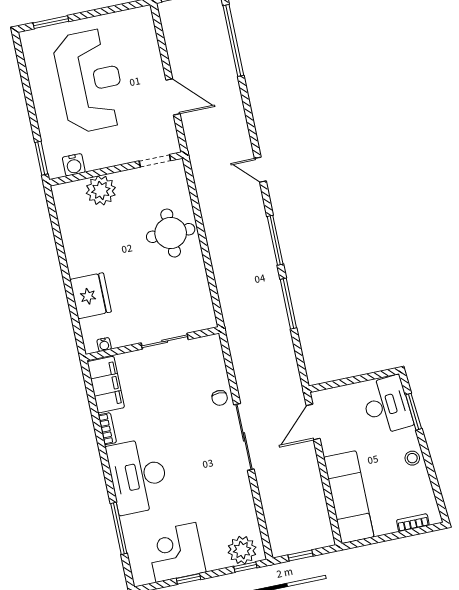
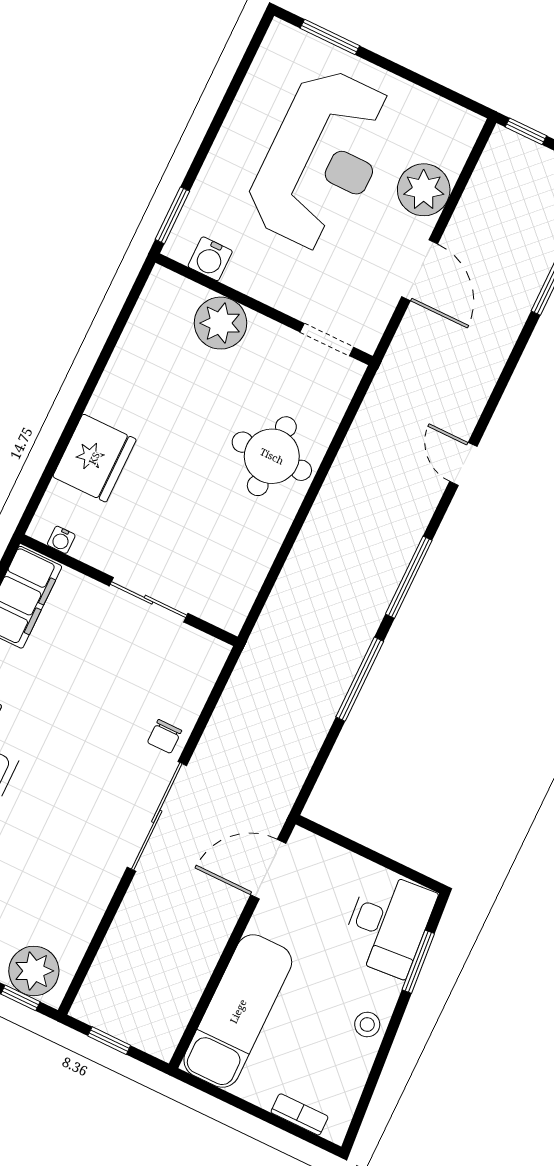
plant: (147, 59) -> (424, 190), added

